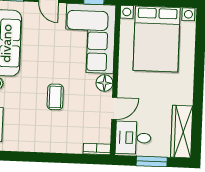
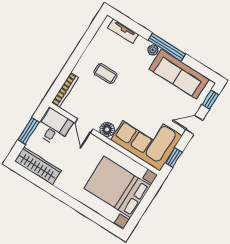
coffee table: (55, 97) -> (105, 74), moved
bookcase: (97, 149) -> (65, 90), width x1.56

